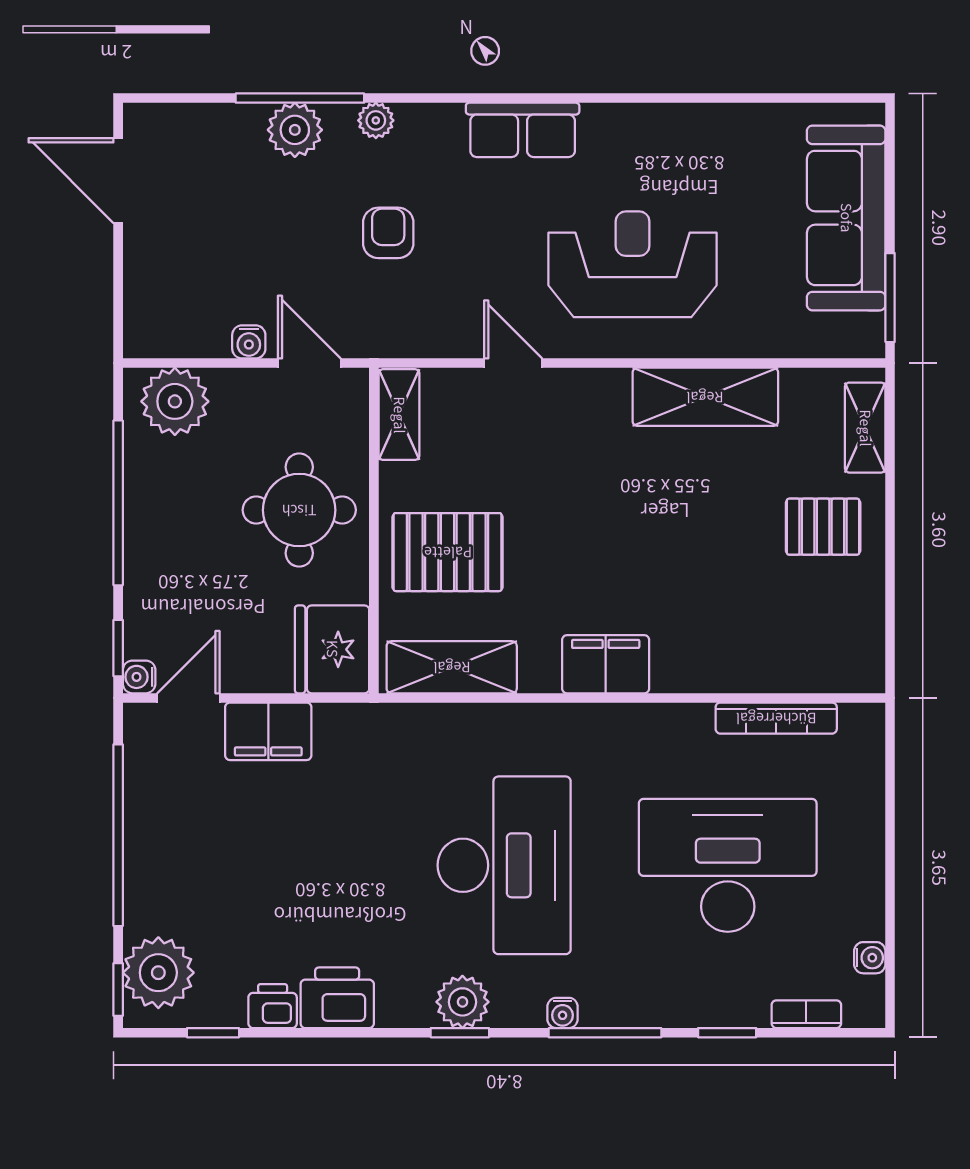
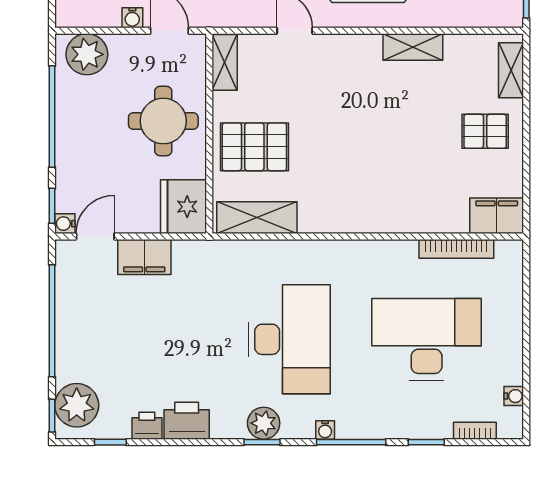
shelving: (705, 397) -> (413, 47), width x0.67, depth x0.75
filing cabinet: (606, 664) -> (497, 216), moved

